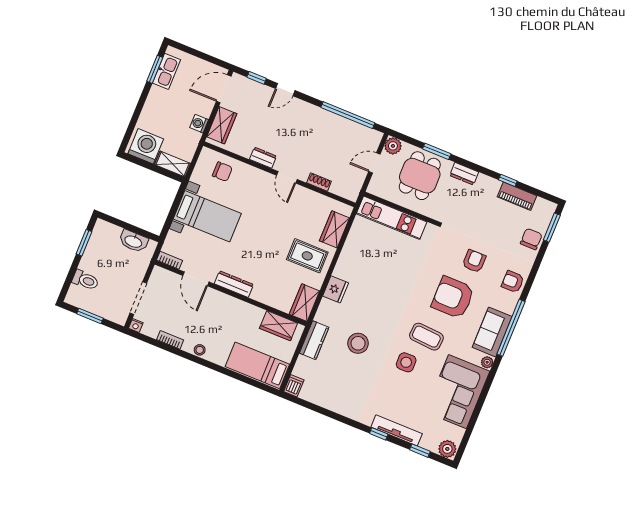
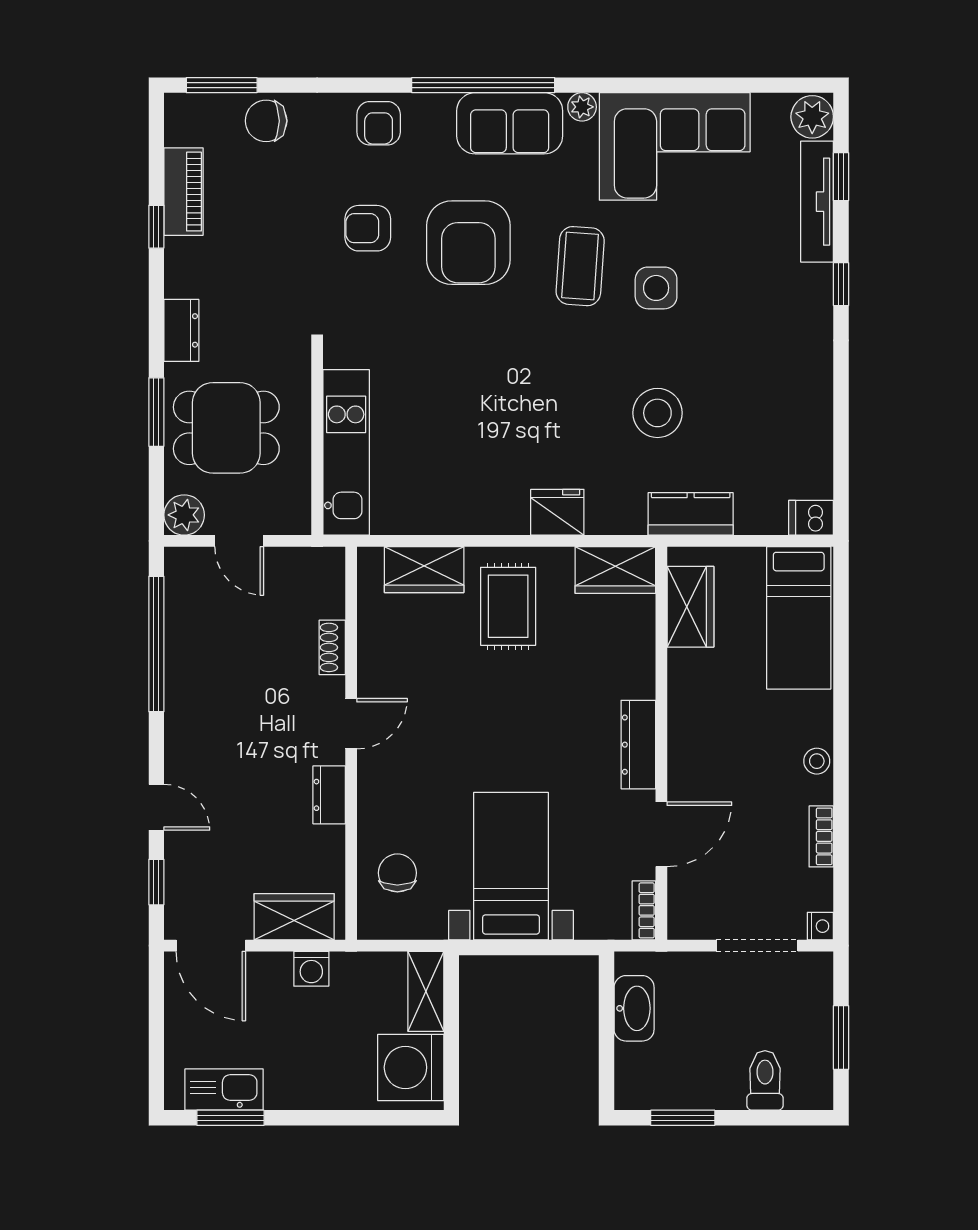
tv unit: (397, 430) -> (817, 202), moved

